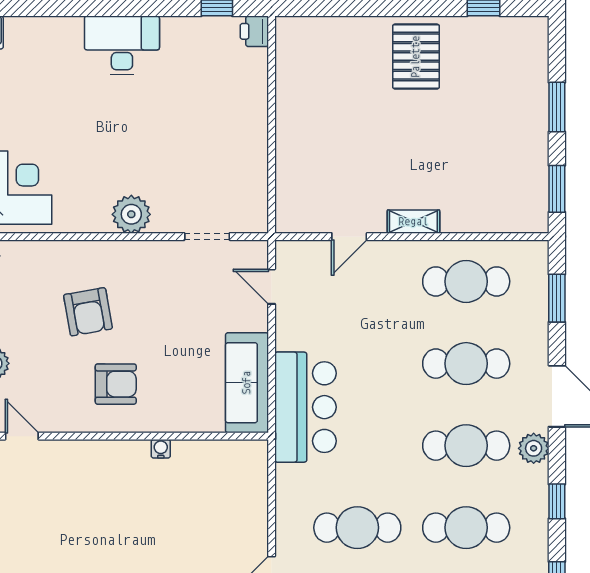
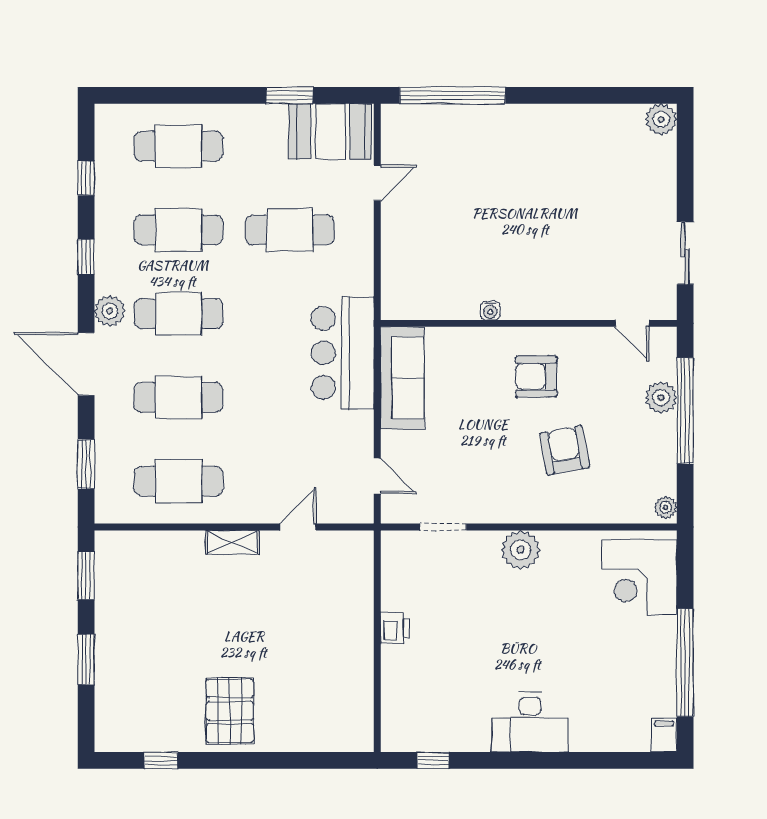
printer: (254, 31) -> (395, 628), moved

